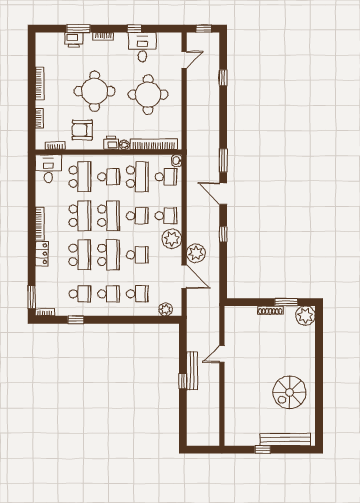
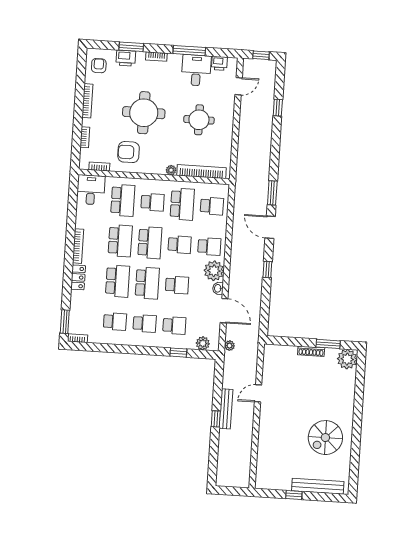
window: (134, 29) -> (189, 51), width x2.17
armchair: (48, 49) -> (99, 66), added
round table: (148, 95) -> (199, 120), width x0.73, depth x0.73
printer: (111, 143) -> (219, 63), moved, turned 180
washbasin: (177, 161) -> (218, 288), moved
plant: (196, 253) -> (230, 346), moved, width x0.53, depth x0.53
window: (76, 320) -> (178, 353), moved

